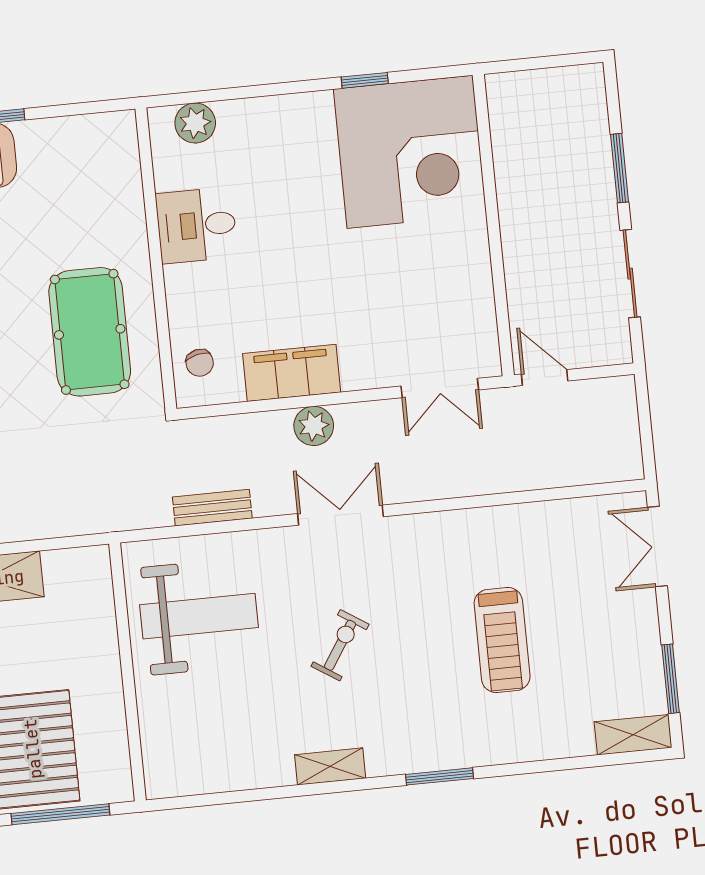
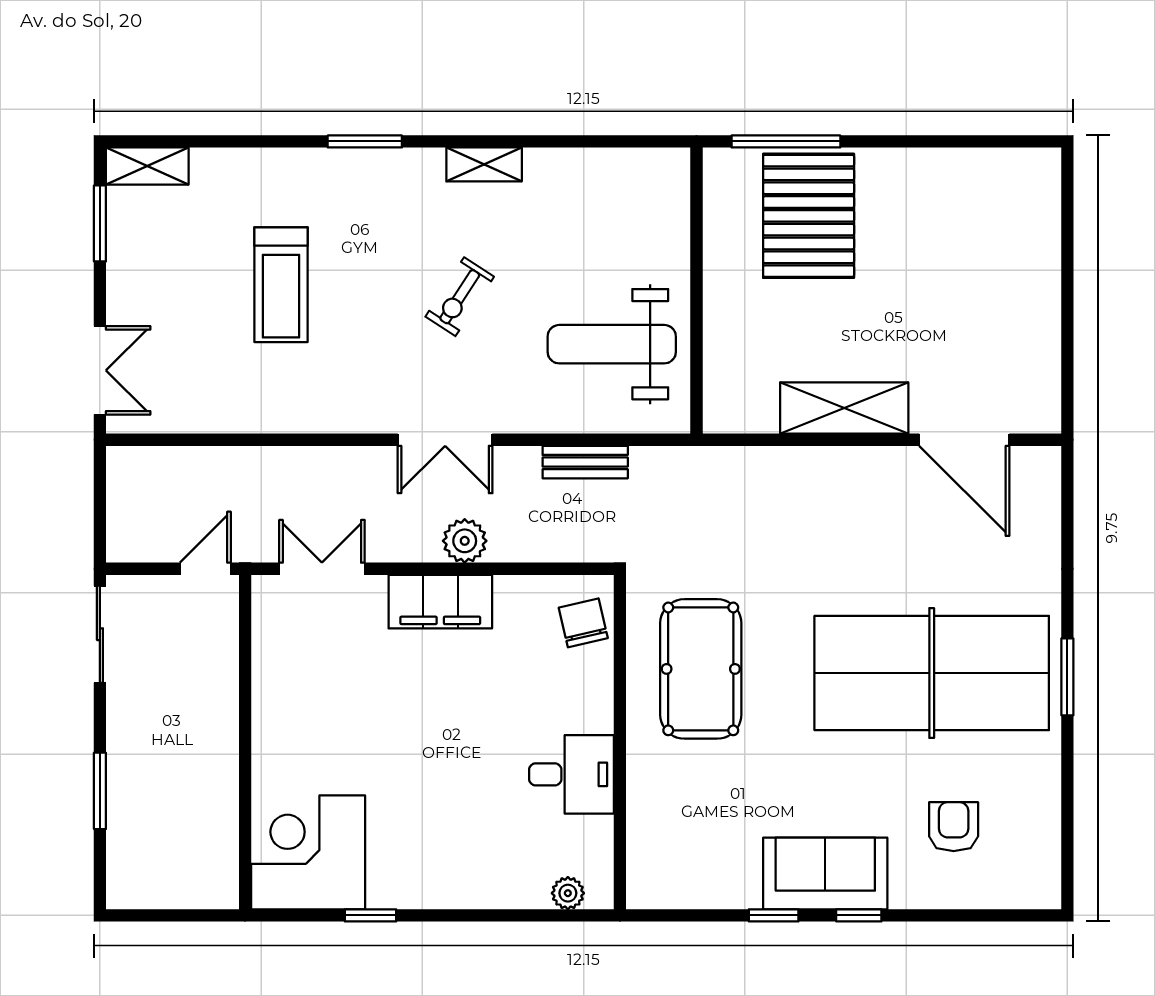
plant: (195, 123) -> (568, 893), width x0.73, depth x0.73
corner desk: (410, 152) -> (308, 852), width x0.74, depth x0.74
sliding door: (630, 274) -> (100, 634), moved
chair: (200, 363) -> (583, 623), width x1.37, depth x1.37
filing cabinet: (292, 373) -> (440, 602), moved
door: (545, 377) -> (205, 569), swing flipped
treadmill: (502, 640) -> (281, 285), turned 180

